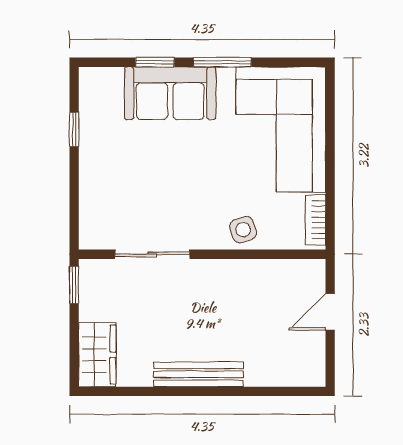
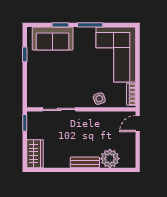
sofa: (170, 93) -> (53, 38), moved
door: (330, 312) -> (138, 124), moved
plant: (267, 365) -> (110, 159), added
bench: (199, 374) -> (85, 162), width x0.73

